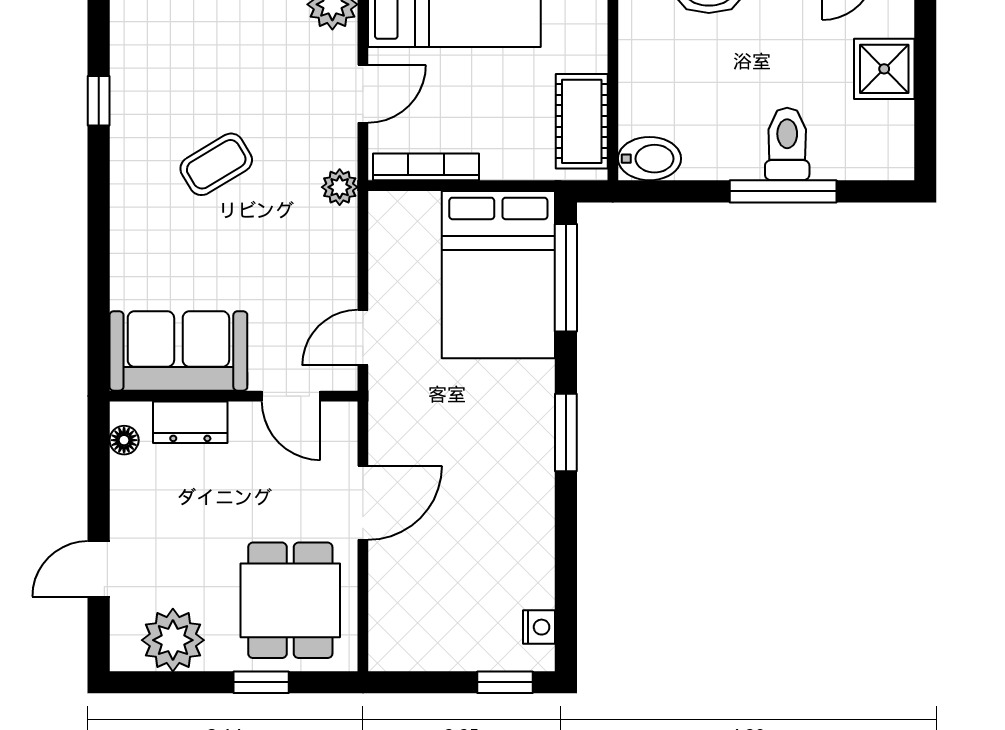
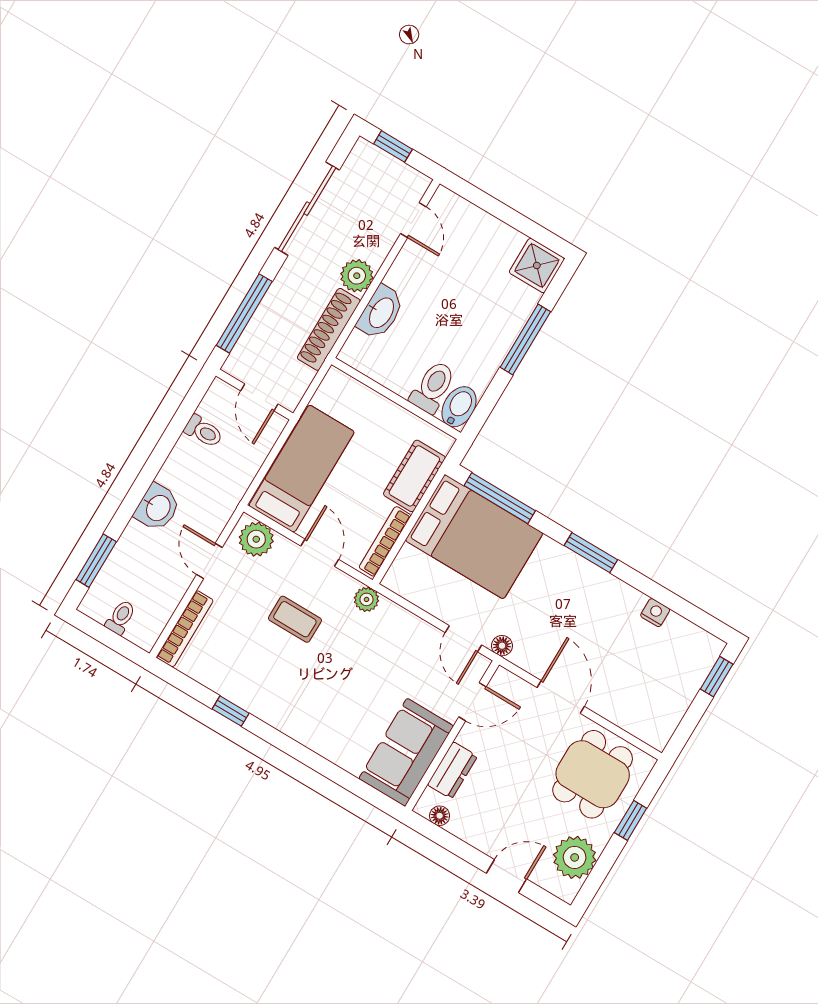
shower: (884, 69) -> (537, 265), moved
cot: (582, 121) -> (414, 476), moved, turned 90
toilet: (787, 144) -> (433, 387), moved, turned 90
coffee table: (216, 164) -> (295, 619), moved, turned -59
floor lamp: (383, 391) -> (502, 646), added
door: (99, 569) -> (506, 876), swing flipped
dining table: (290, 600) -> (593, 774), turned 90
nightstand: (539, 627) -> (655, 613), moved

